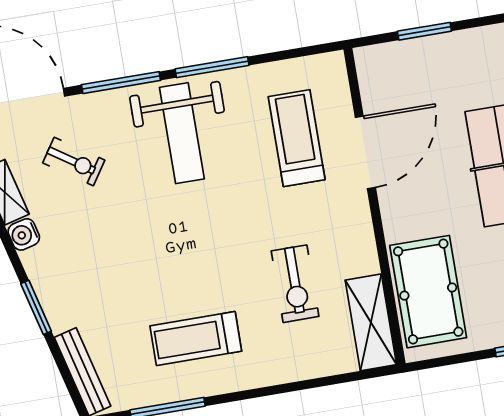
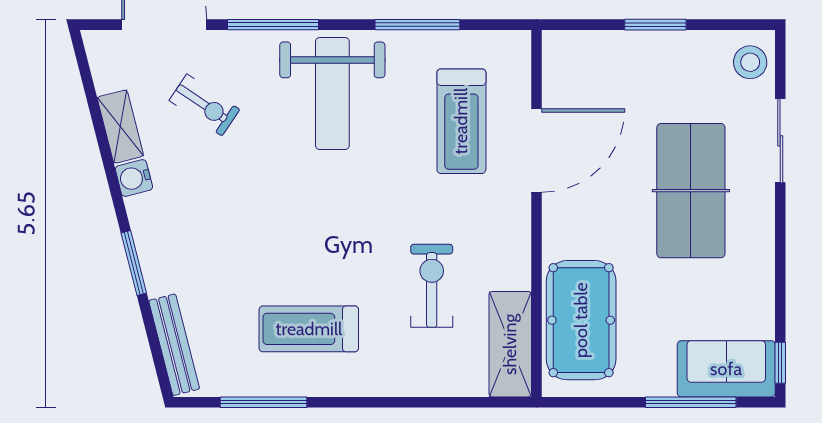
window: (425, 31) -> (655, 25), moved
window: (212, 67) -> (417, 25), moved
treadmill: (297, 138) -> (461, 121), turned 180
exercise bike: (295, 284) -> (432, 286), turned 180

